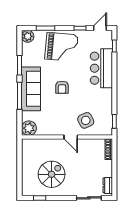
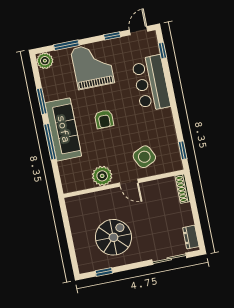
grand piano: (61, 47) -> (92, 66), turned -95
plant: (29, 128) -> (102, 176), moved

